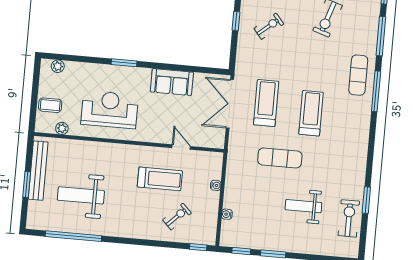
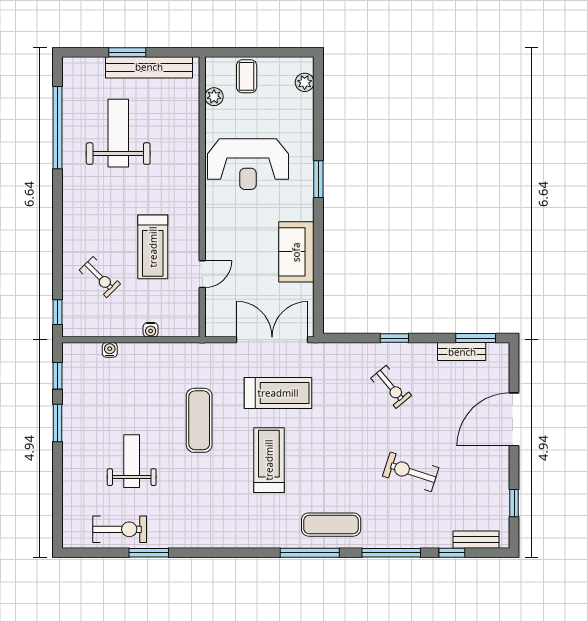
reception desk: (110, 110) -> (248, 164), turned 90
treadmill: (311, 113) -> (269, 460), turned -90

